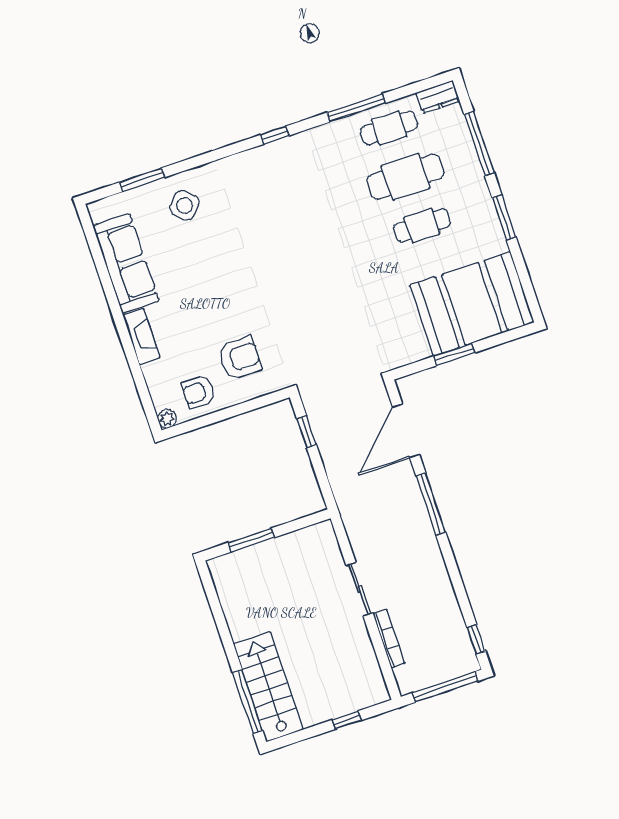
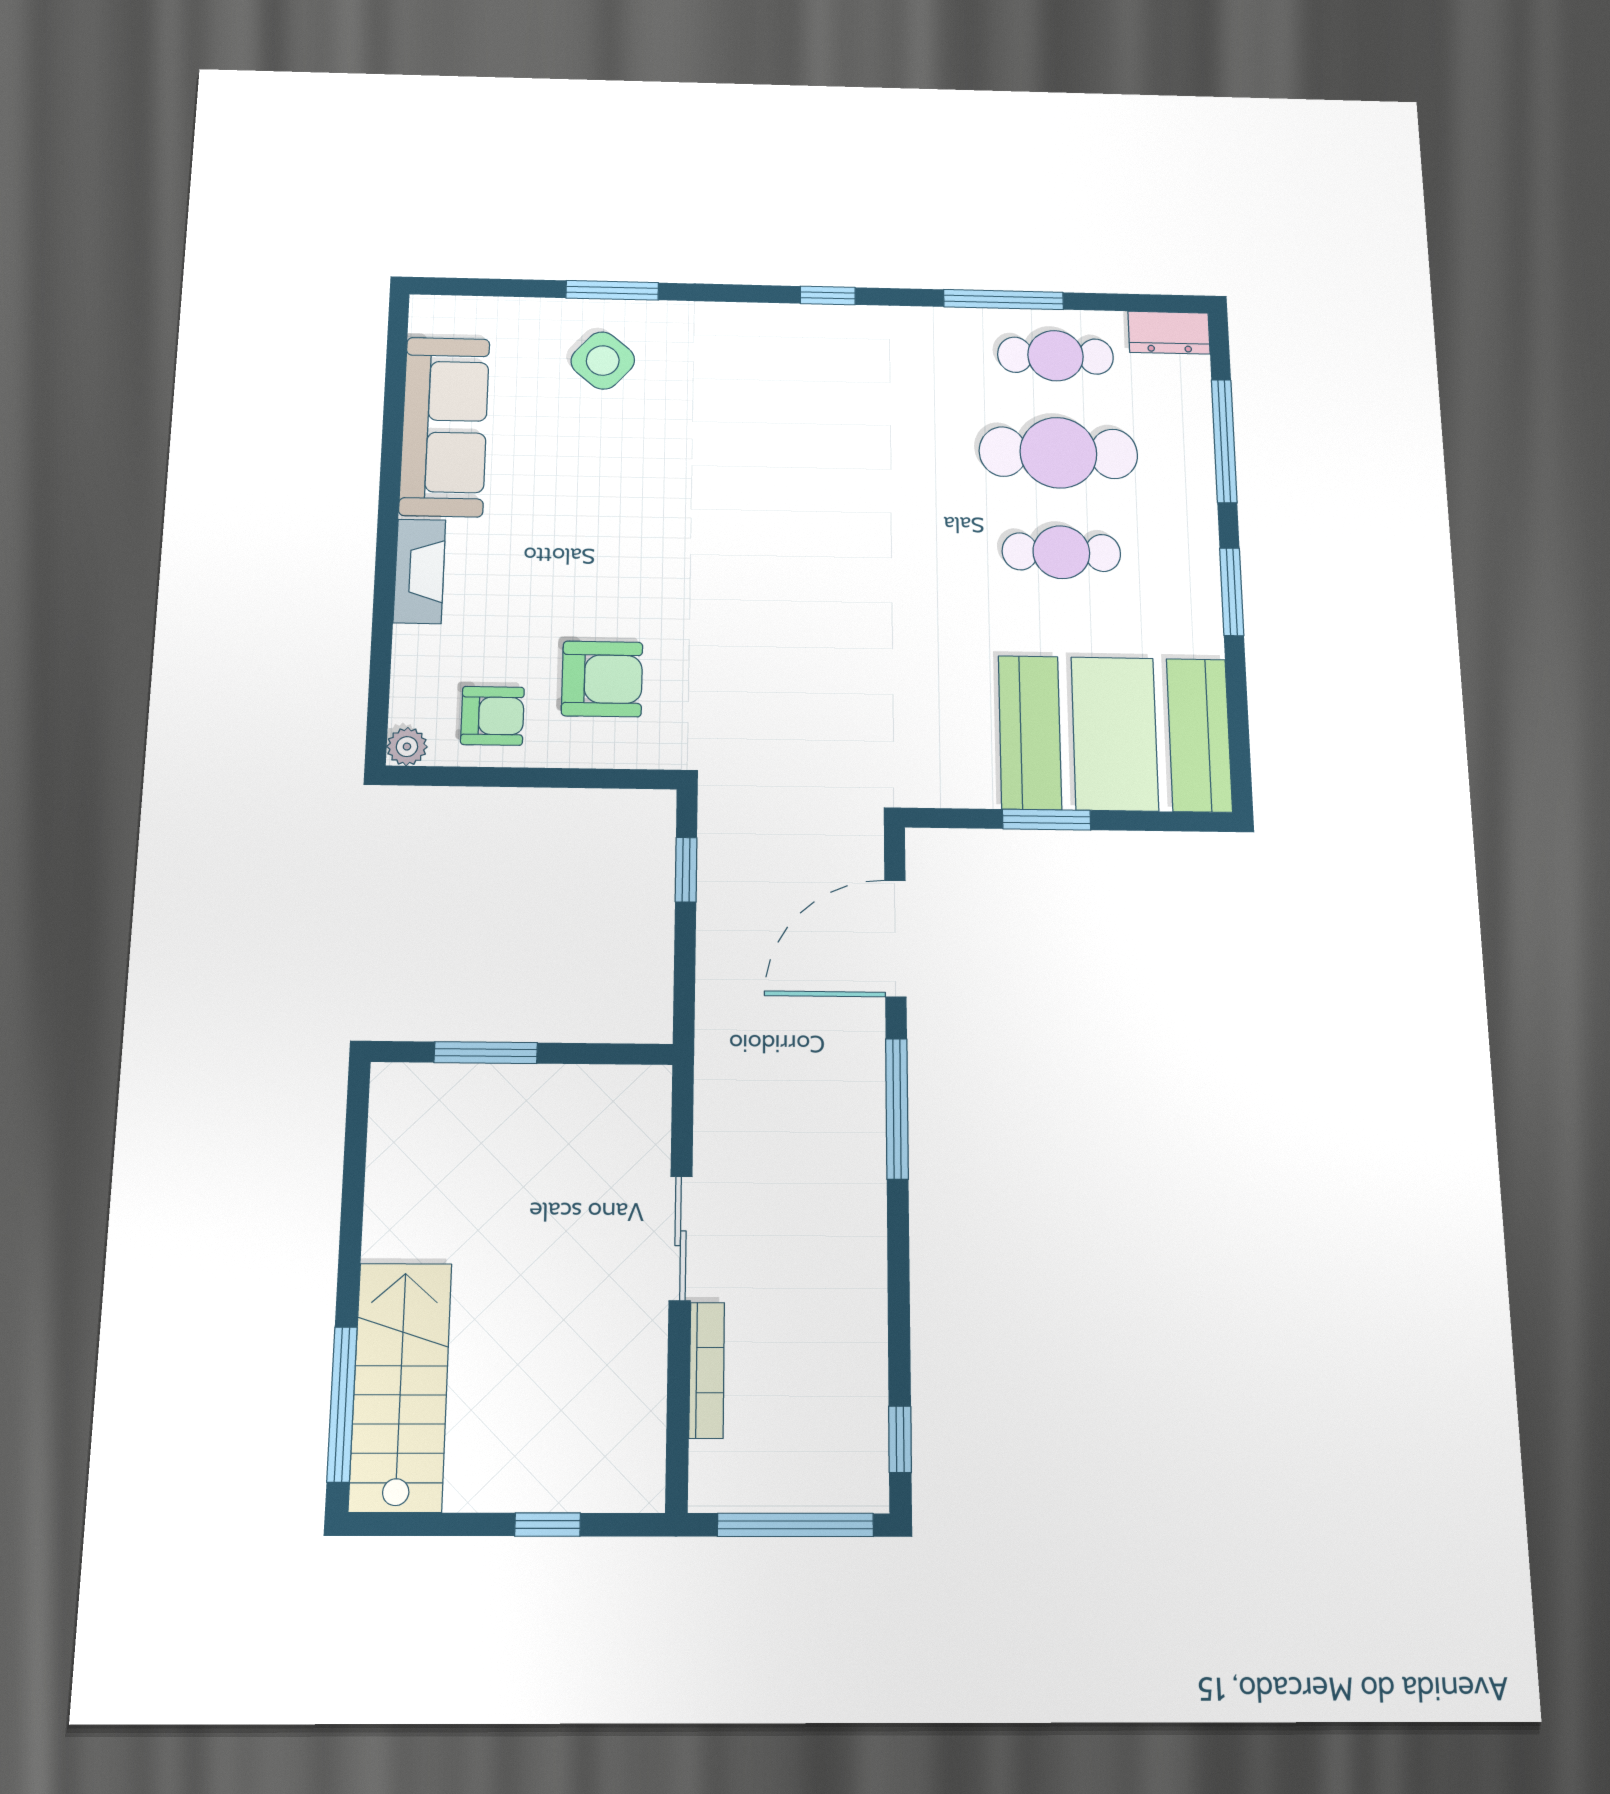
window: (142, 180) -> (612, 290), moved
armchair: (198, 392) -> (492, 716), turned 180

